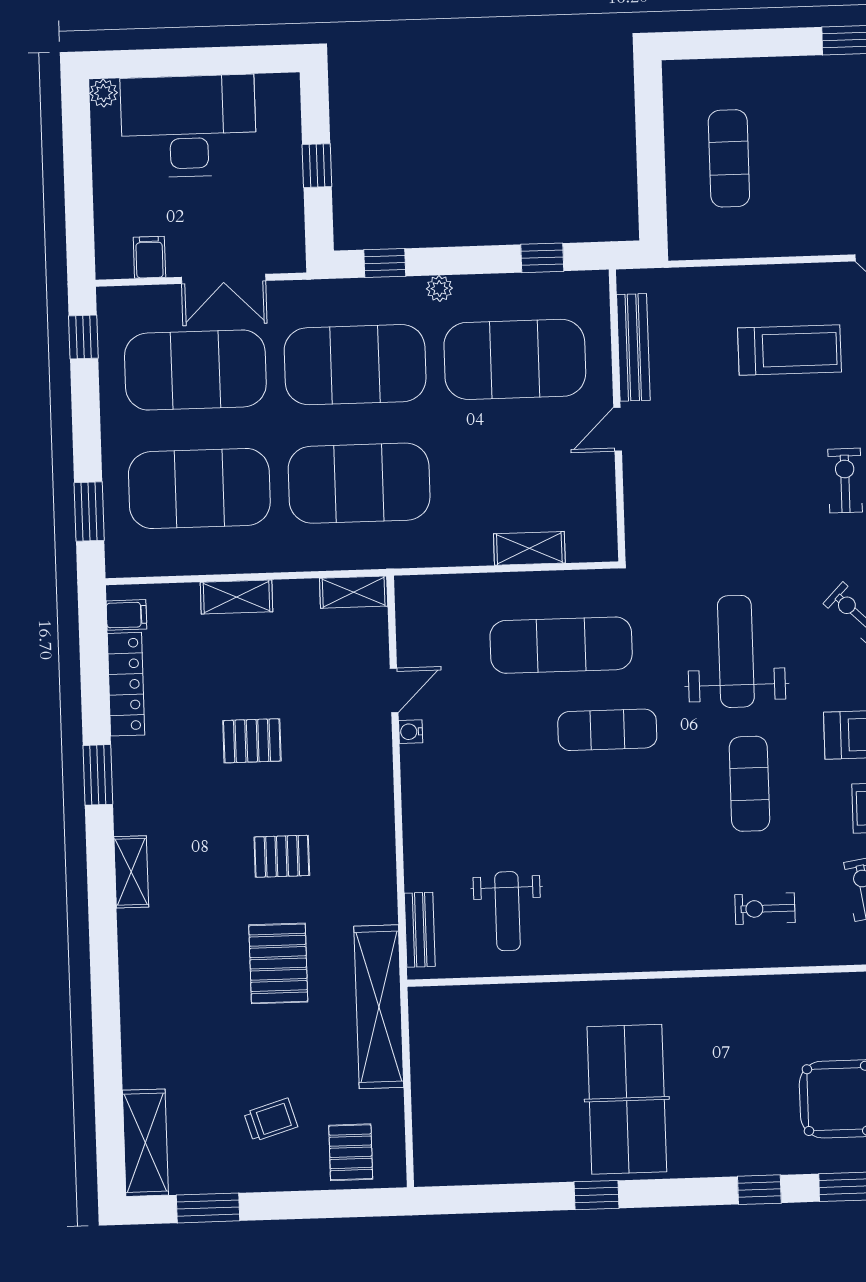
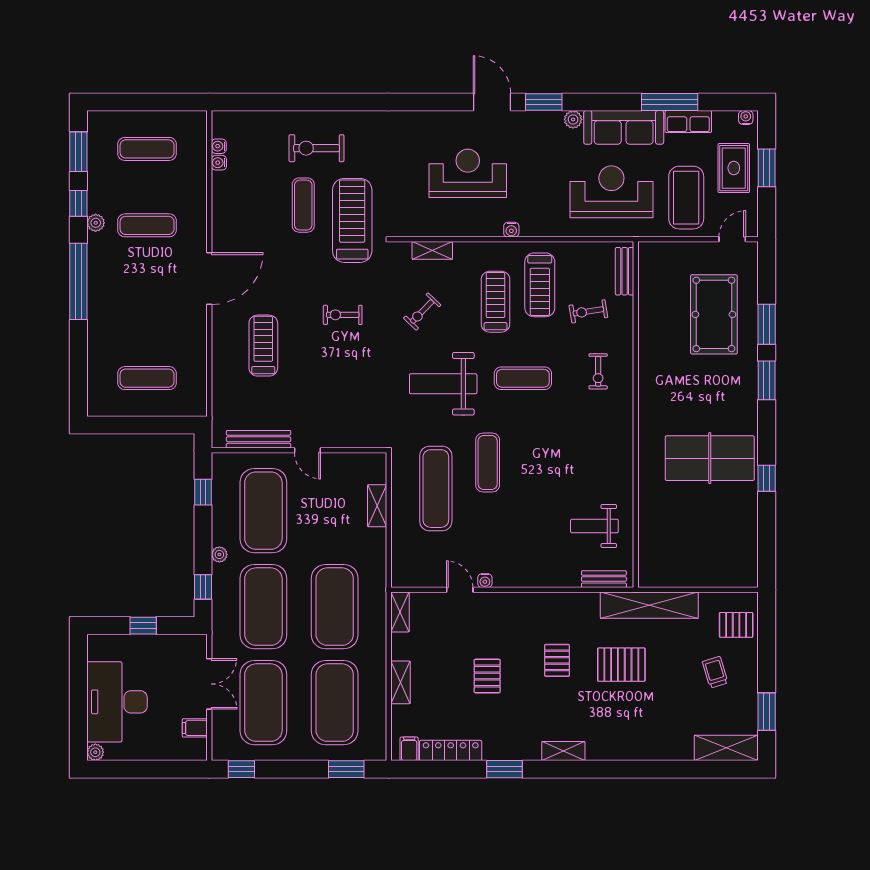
weight bench: (507, 911) -> (594, 526), turned 180
window: (759, 1190) -> (767, 380), width x1.50

